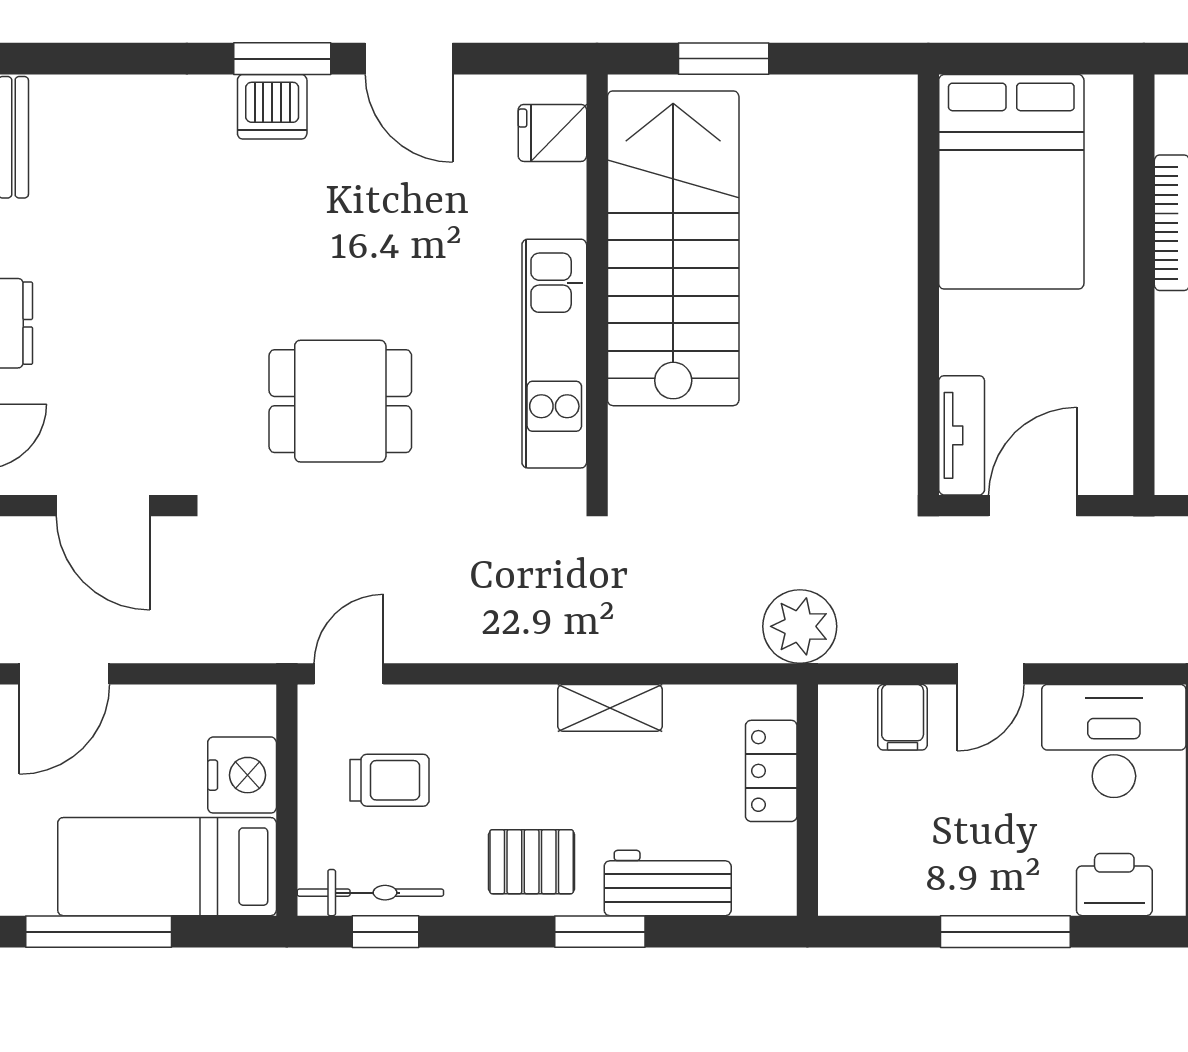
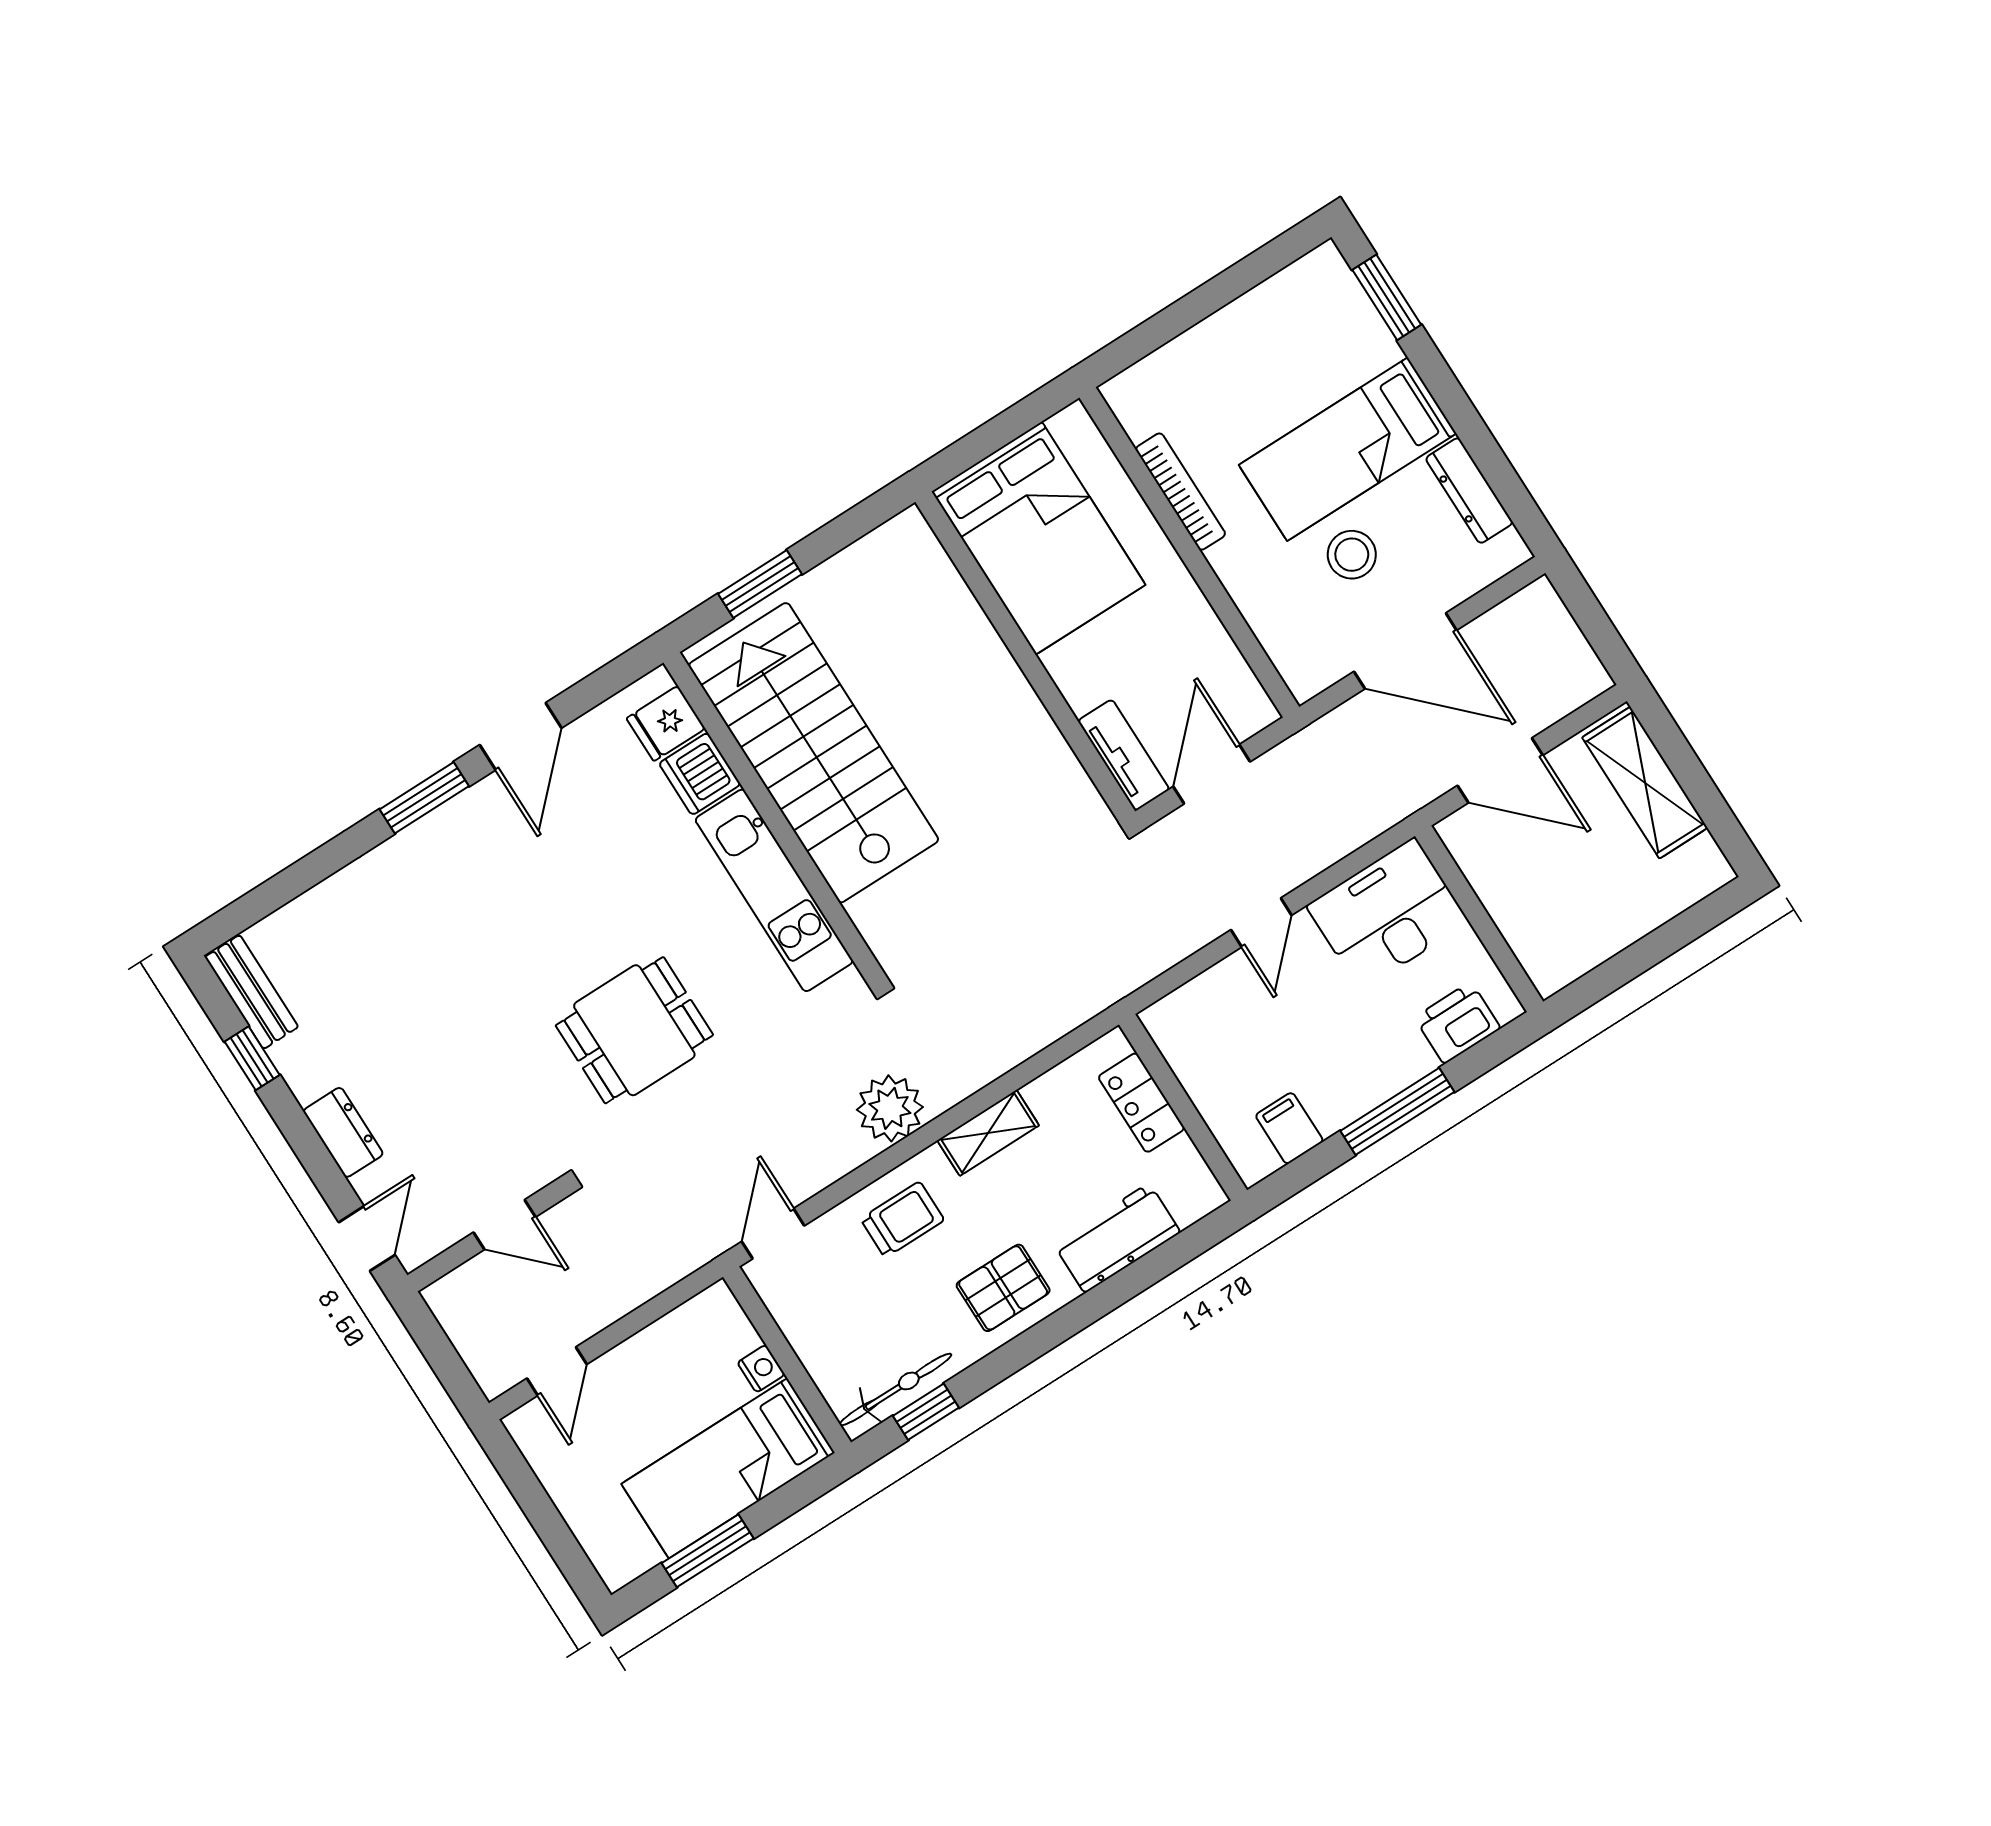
door: (409, 59) -> (521, 736), hinge flipped
dishwasher: (272, 107) -> (700, 774), moved, turned 90
door: (103, 506) -> (505, 1225), width x0.73
plant: (800, 626) -> (890, 1108), moved
door: (64, 674) -> (557, 1371), width x0.73
filing cabinet: (903, 717) -> (1289, 1128), moved, turned 180
nightstand: (242, 775) -> (761, 1369), width x0.53, depth x0.56
trolley: (389, 780) -> (902, 1220), moved
window: (99, 932) -> (708, 1551), width x0.69
window: (600, 932) -> (1089, 1308), removed

